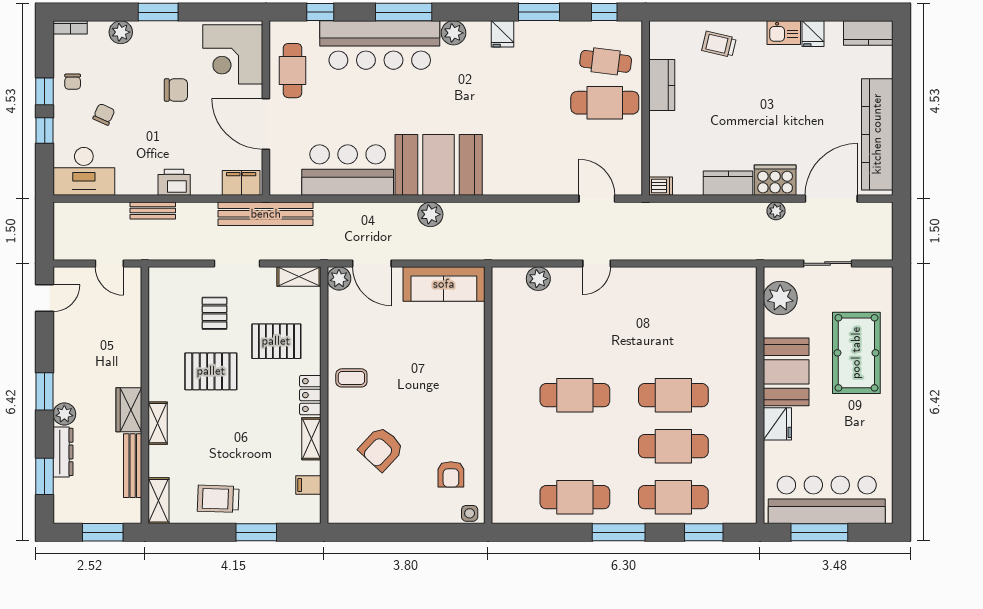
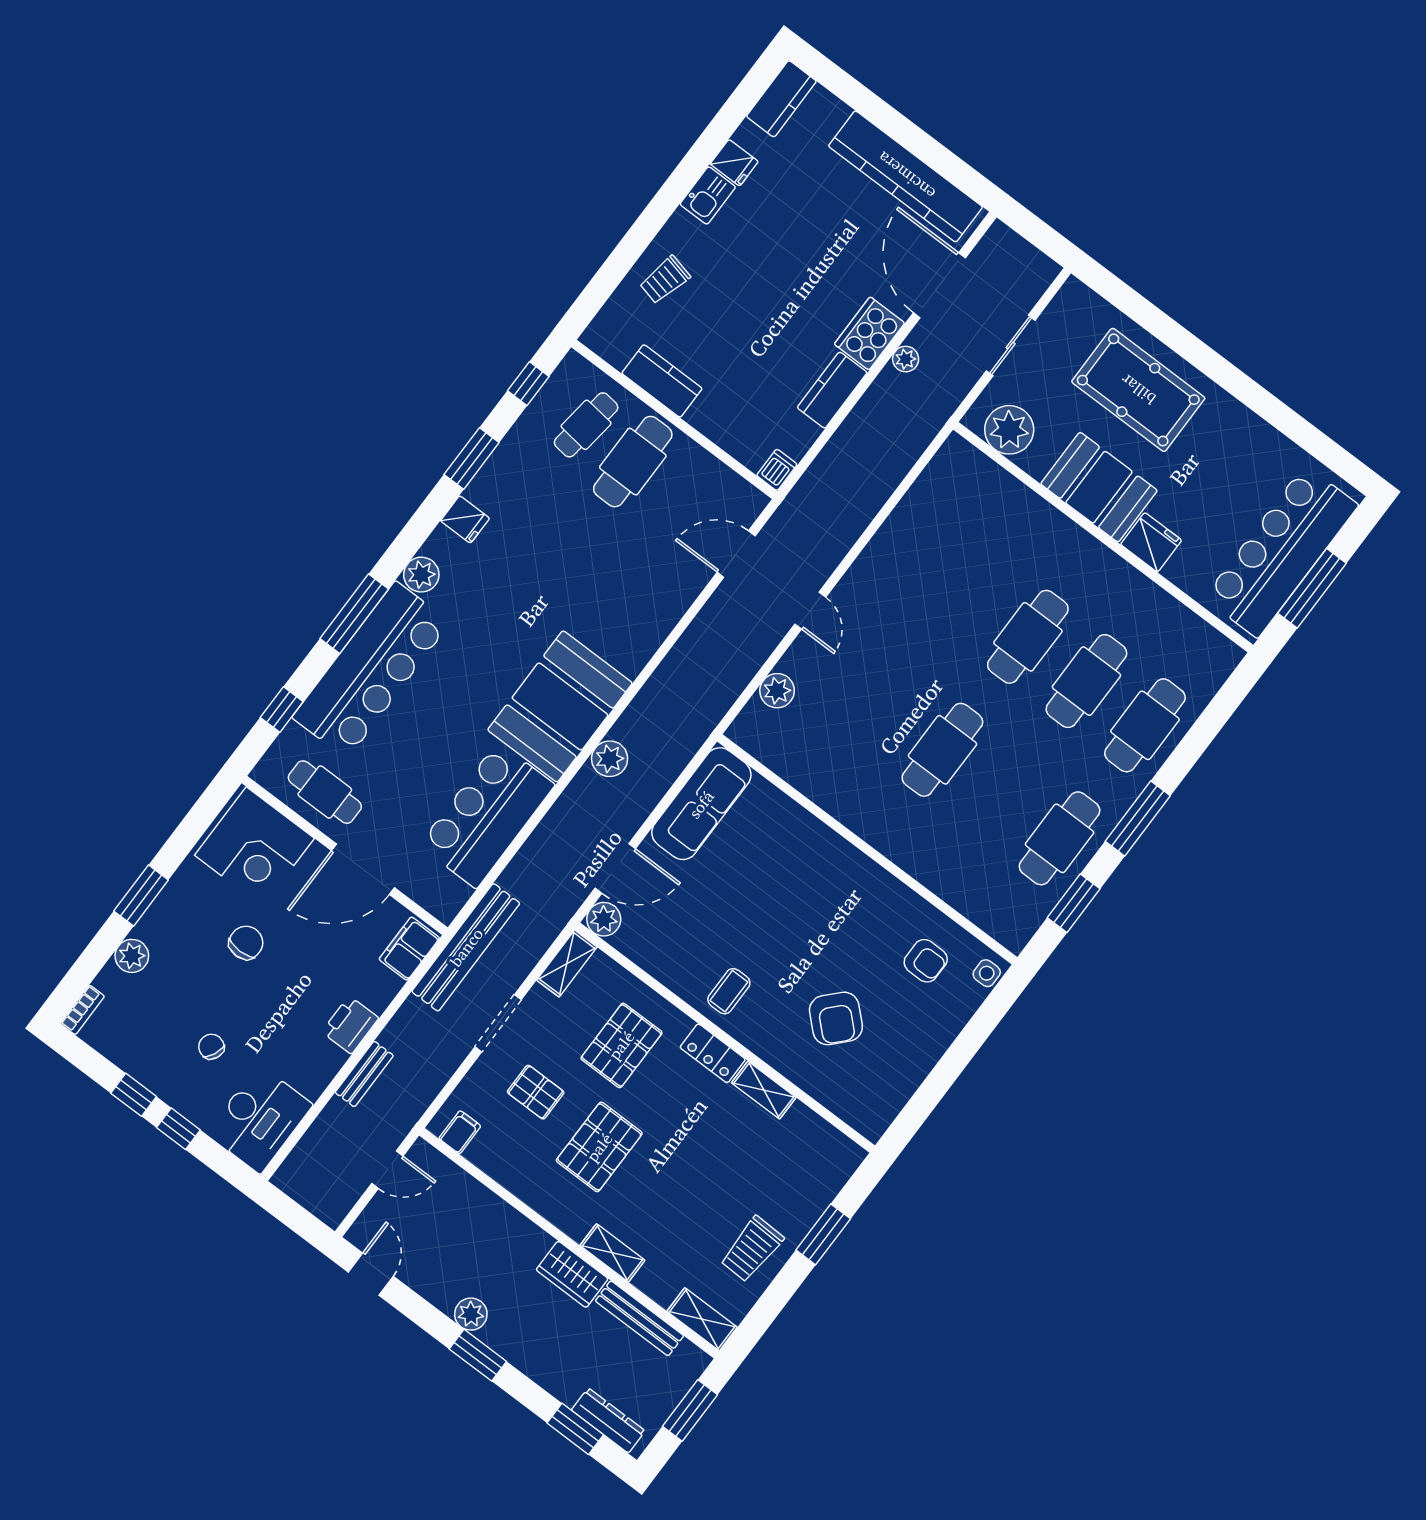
chair: (73, 82) -> (147, 1054), removed
plant: (64, 414) -> (471, 1314), moved
dresser: (63, 452) -> (608, 1421), moved
filing cabinet: (308, 485) -> (460, 1132), moved, turned 180
window: (704, 532) -> (1074, 903), moved

